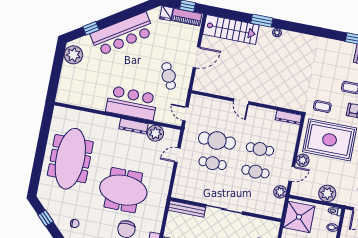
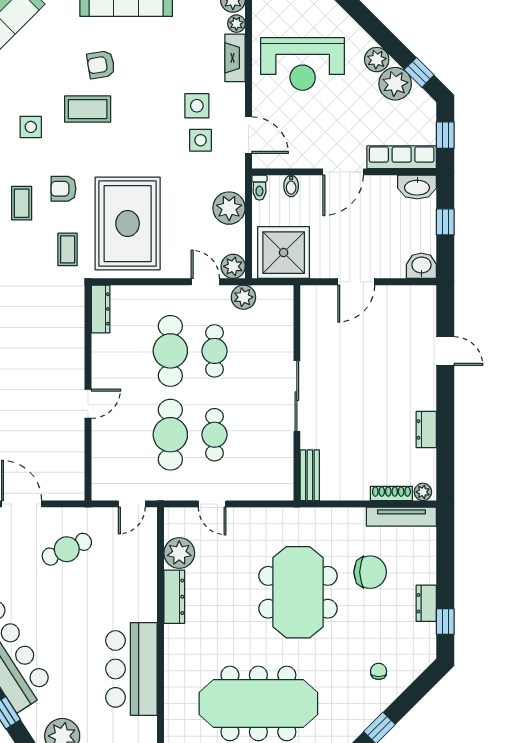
bar counter: (132, 103) -> (131, 669), moved
cafe table: (260, 149) -> (170, 351), width x1.37, depth x1.35
plant: (303, 160) -> (233, 266), moved
bench: (187, 209) -> (310, 475), width x0.73

